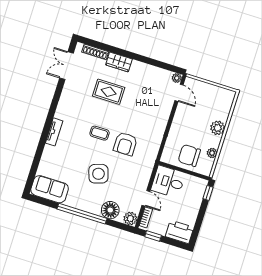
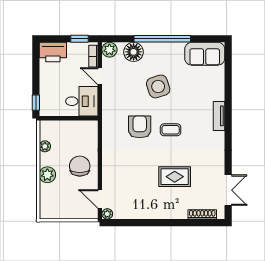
wardrobe: (119, 62) -> (174, 212), removed
chair: (189, 155) -> (80, 166), moved, turned -90

